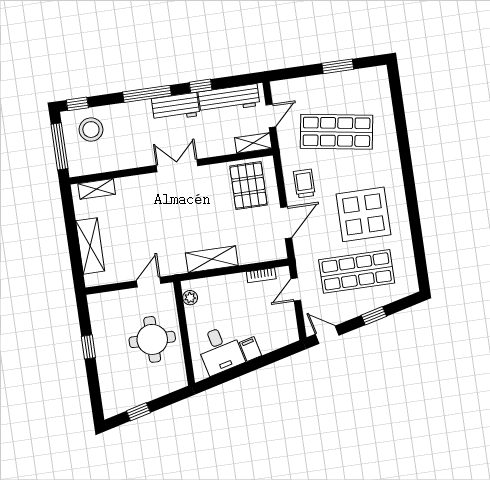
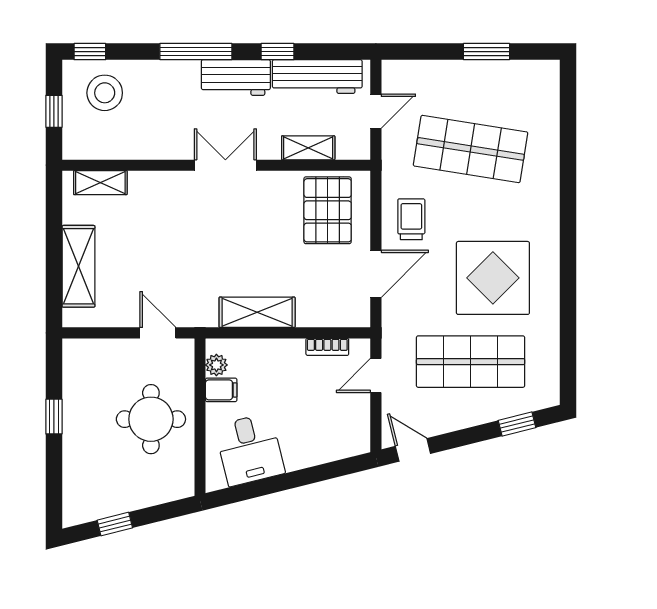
shelving: (253, 143) -> (308, 148), moved
window: (59, 146) -> (54, 111), width x0.46
door: (149, 282) -> (158, 333), hinge flipped
window: (374, 316) -> (517, 424), moved
filing cabinet: (250, 349) -> (221, 390), moved, turned 104

